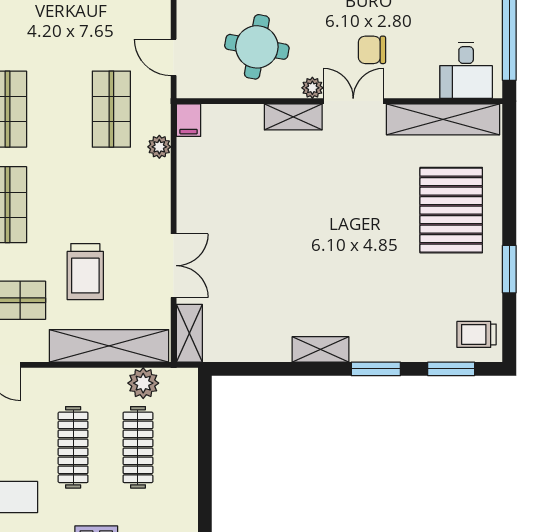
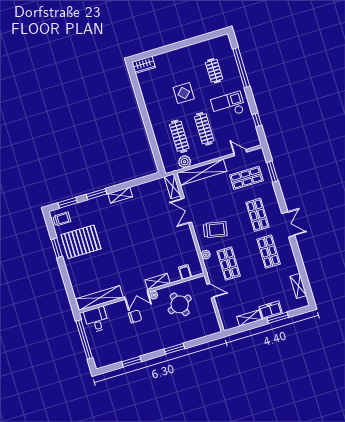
round table: (257, 47) -> (180, 304), turned -30
filing cabinet: (189, 120) -> (185, 272), moved
pallet: (451, 210) -> (81, 242), moved, turned 90
trolley: (85, 272) -> (215, 230), moved, turned 101

